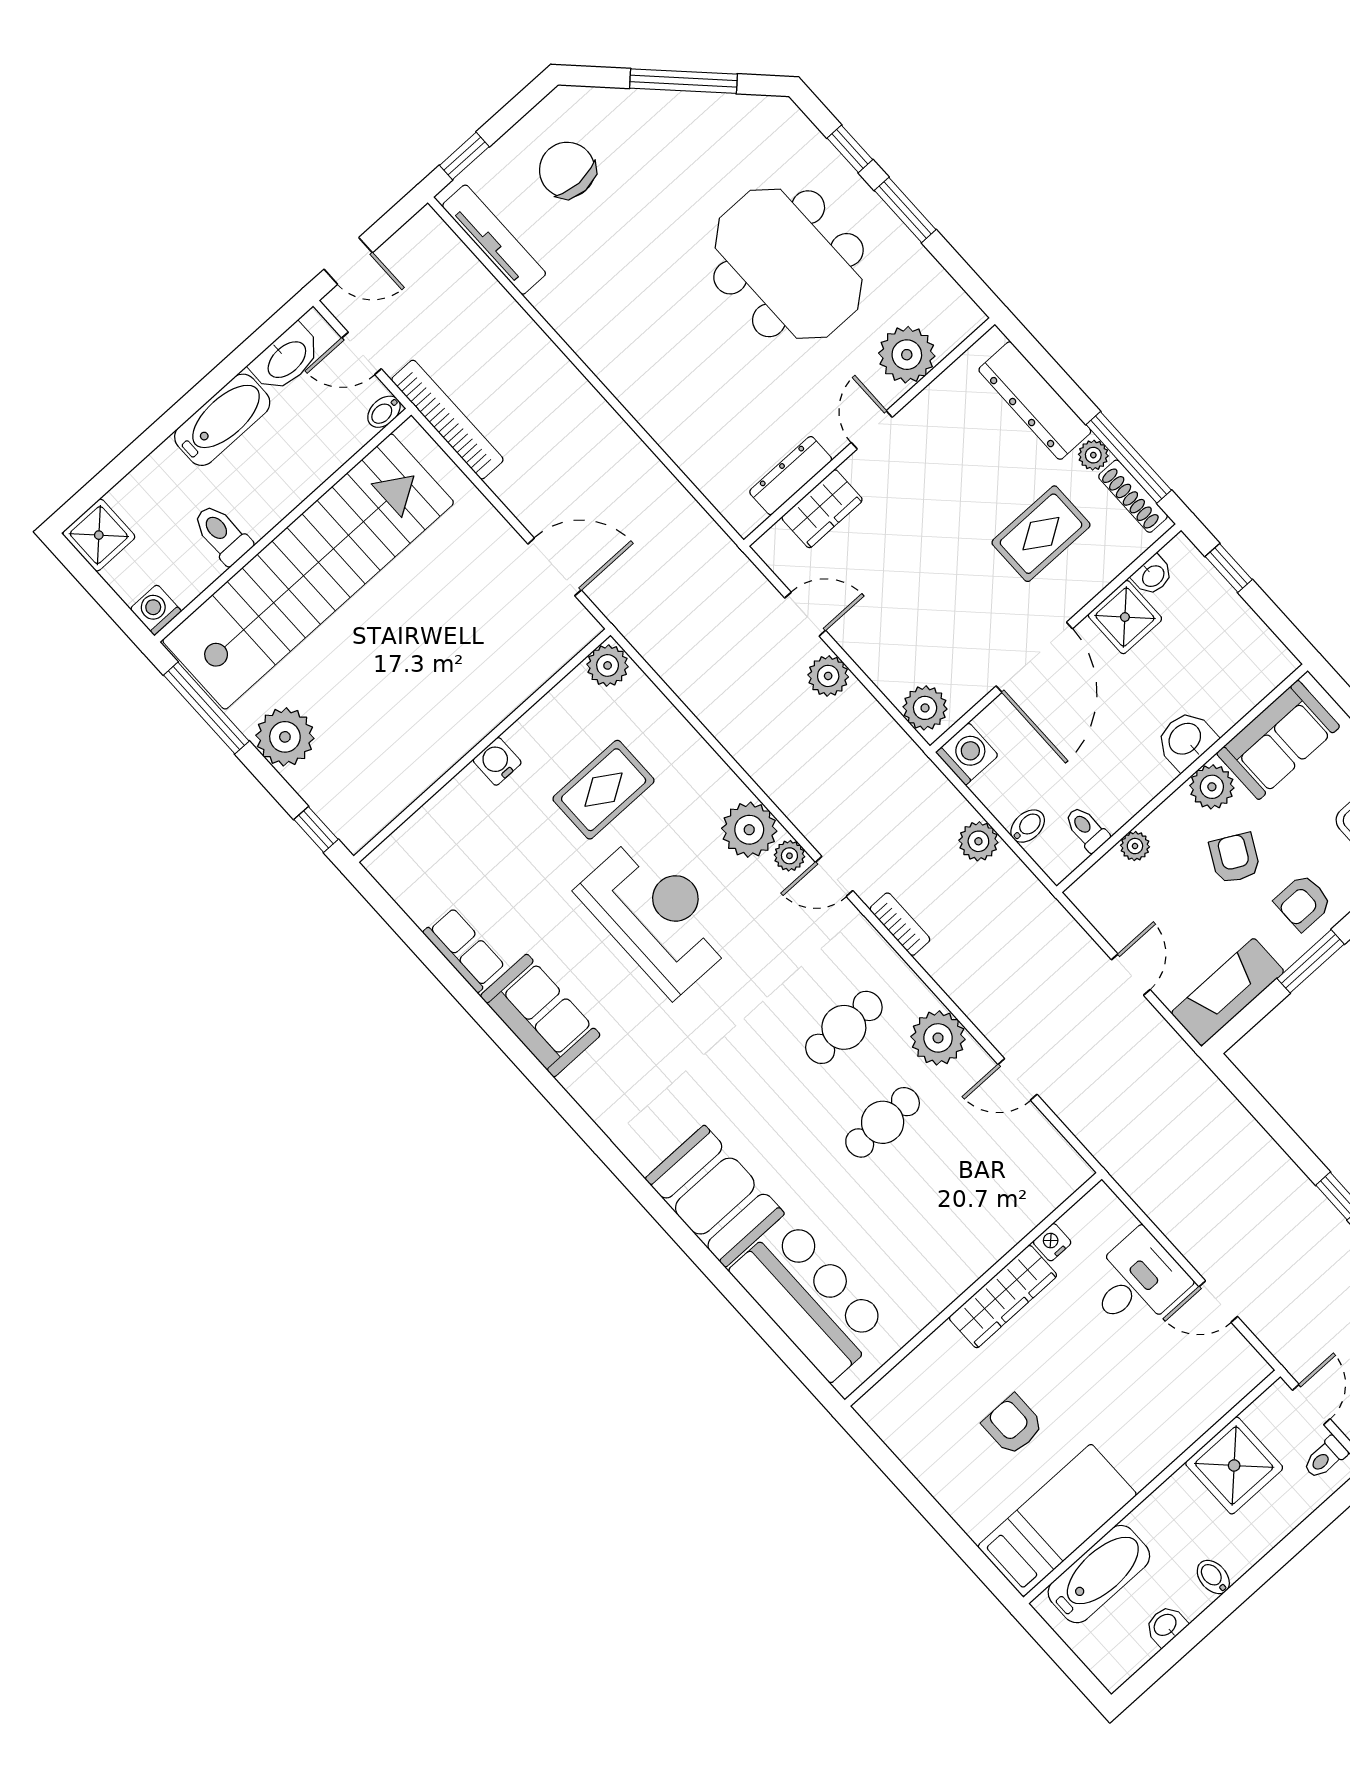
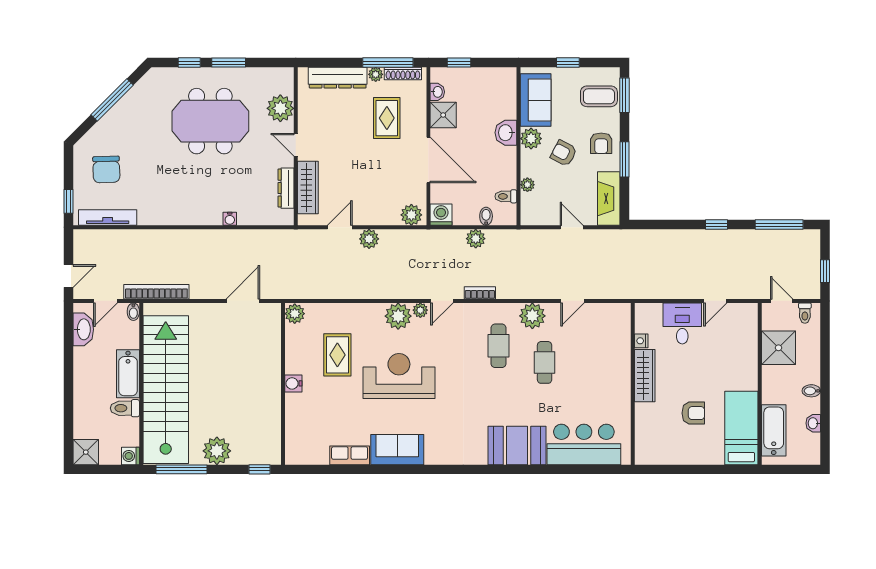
chair: (567, 170) -> (106, 169), turned -92
bathtub: (222, 420) -> (128, 374), moved, turned 180
water cooler: (664, 431) -> (230, 219), added
wardrobe: (822, 509) -> (308, 188), width x1.50
armchair: (1013, 1425) -> (693, 413), turned 180

